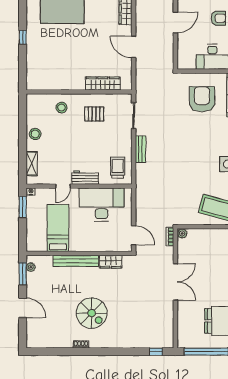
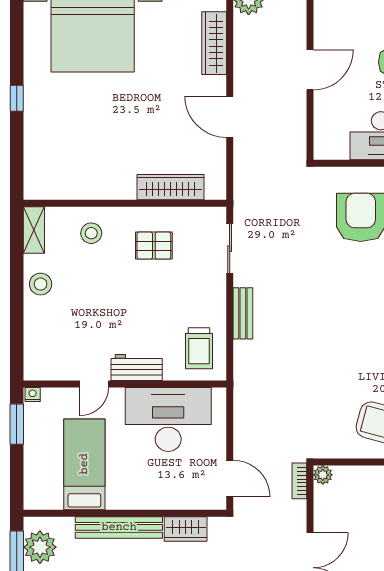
shelving: (32, 164) -> (34, 230), moved
trolley: (118, 167) -> (199, 348), turned 180
plant: (31, 267) -> (40, 547), width x1.88, depth x1.88

